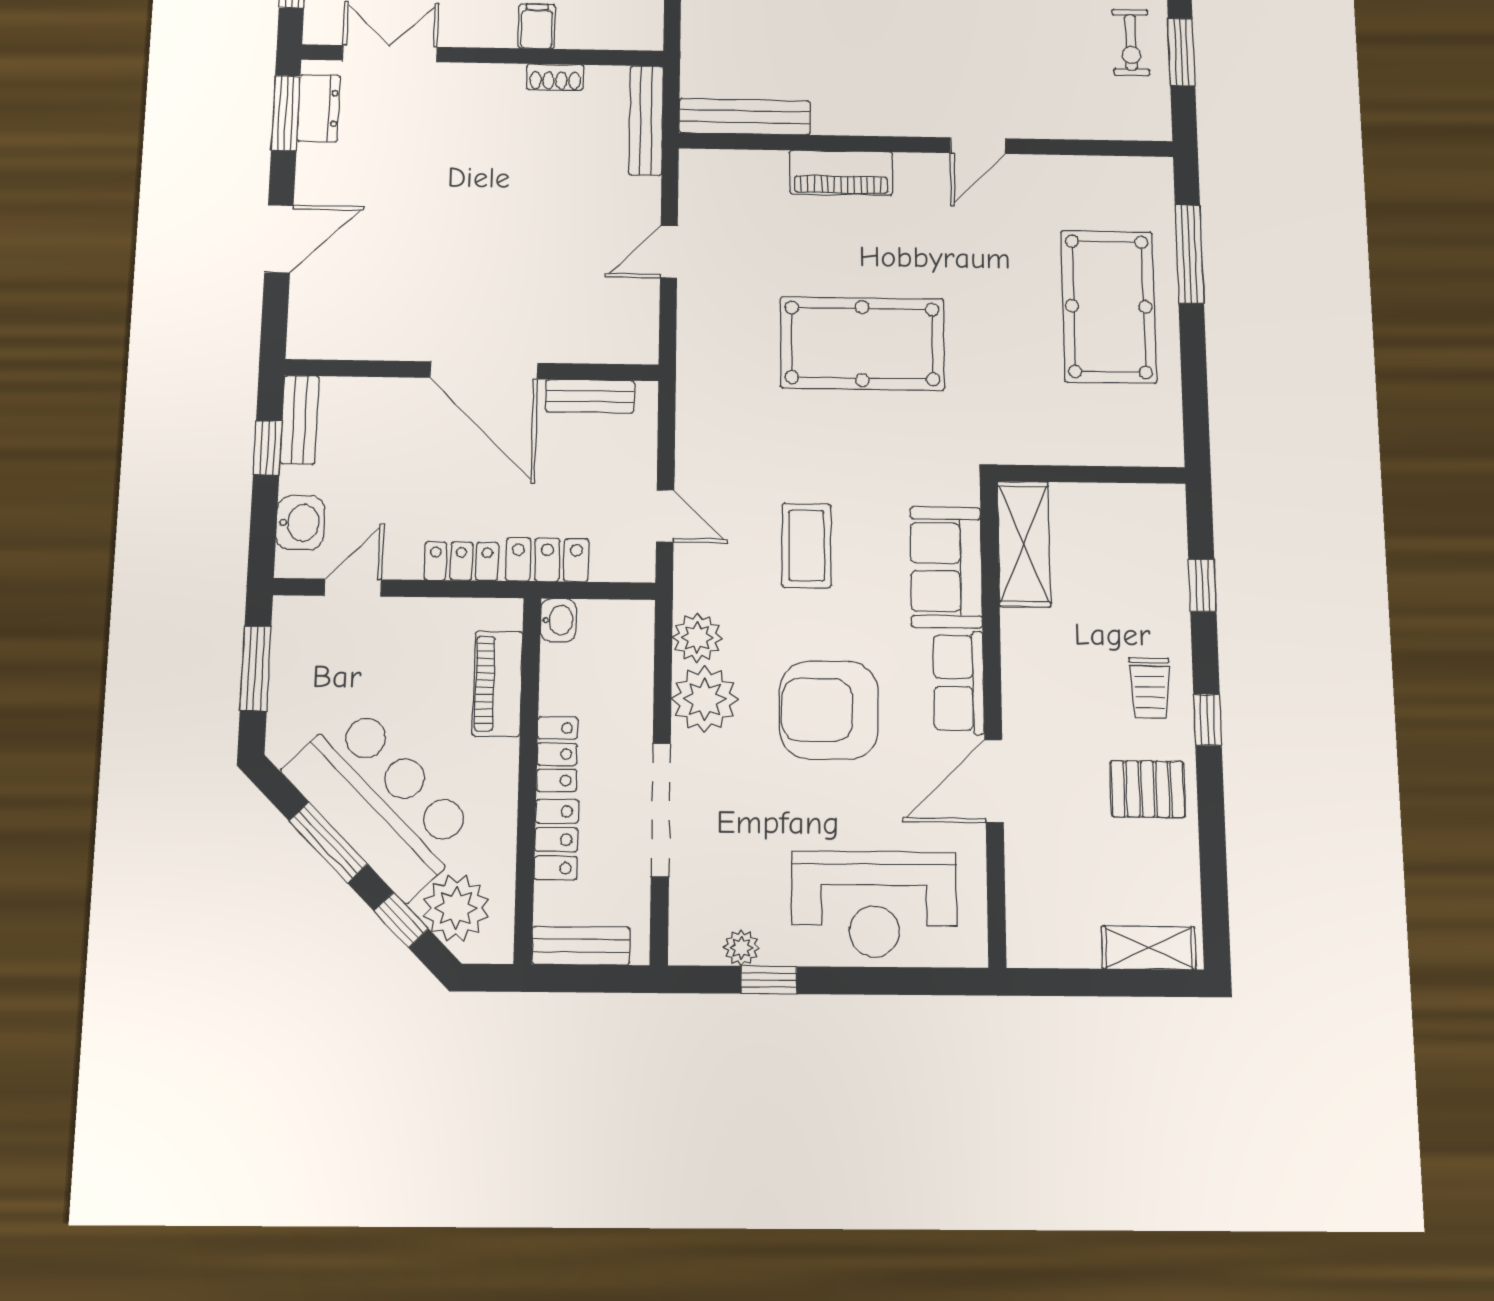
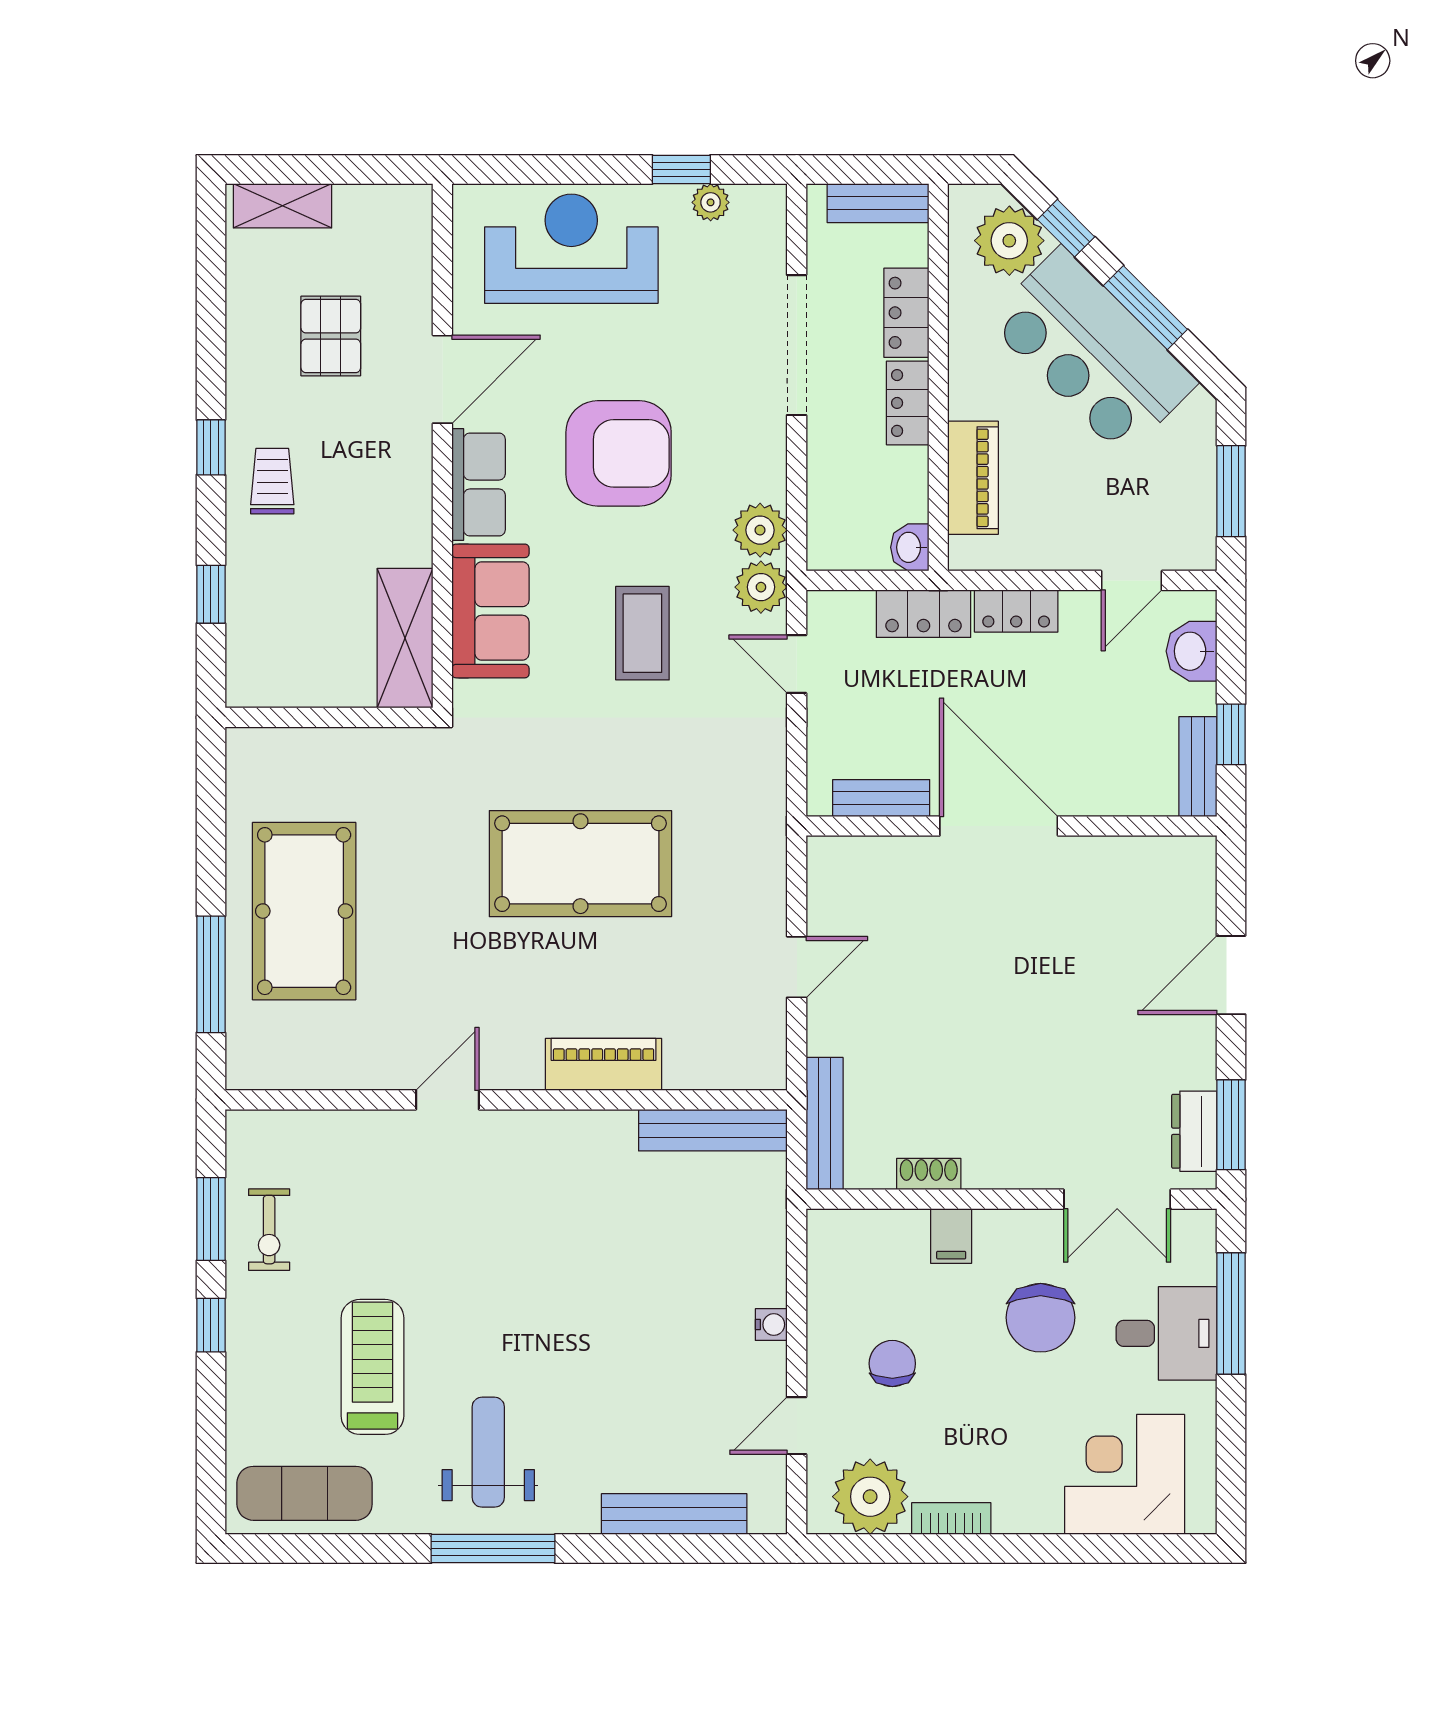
exercise bike: (1131, 42) -> (269, 1230), turned 180
plant: (705, 699) -> (761, 587), moved, width x0.73, depth x0.73
pallet: (1148, 789) -> (331, 336), moved, turned 90

